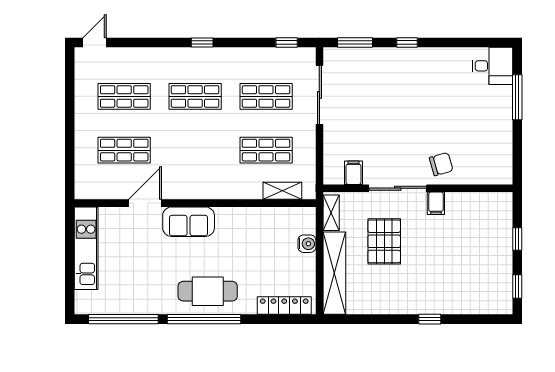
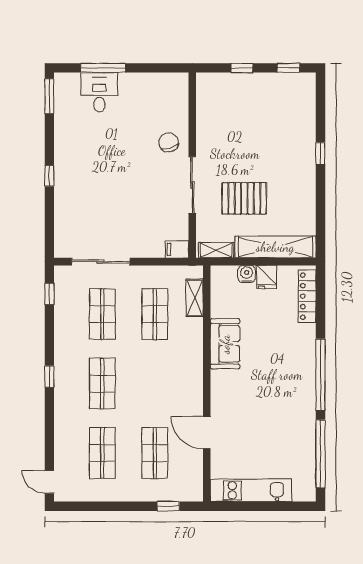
window: (355, 43) -> (49, 96), moved
desk: (492, 66) -> (99, 92), moved
window: (70, 164) -> (168, 506), added
filing cabinet: (354, 173) -> (177, 249), moved
filing cabinet: (436, 203) -> (207, 147), removed
sofa: (189, 222) -> (225, 344), moved
fridge: (304, 264) -> (267, 277), added
cafe table: (208, 291) -> (293, 371), removed

